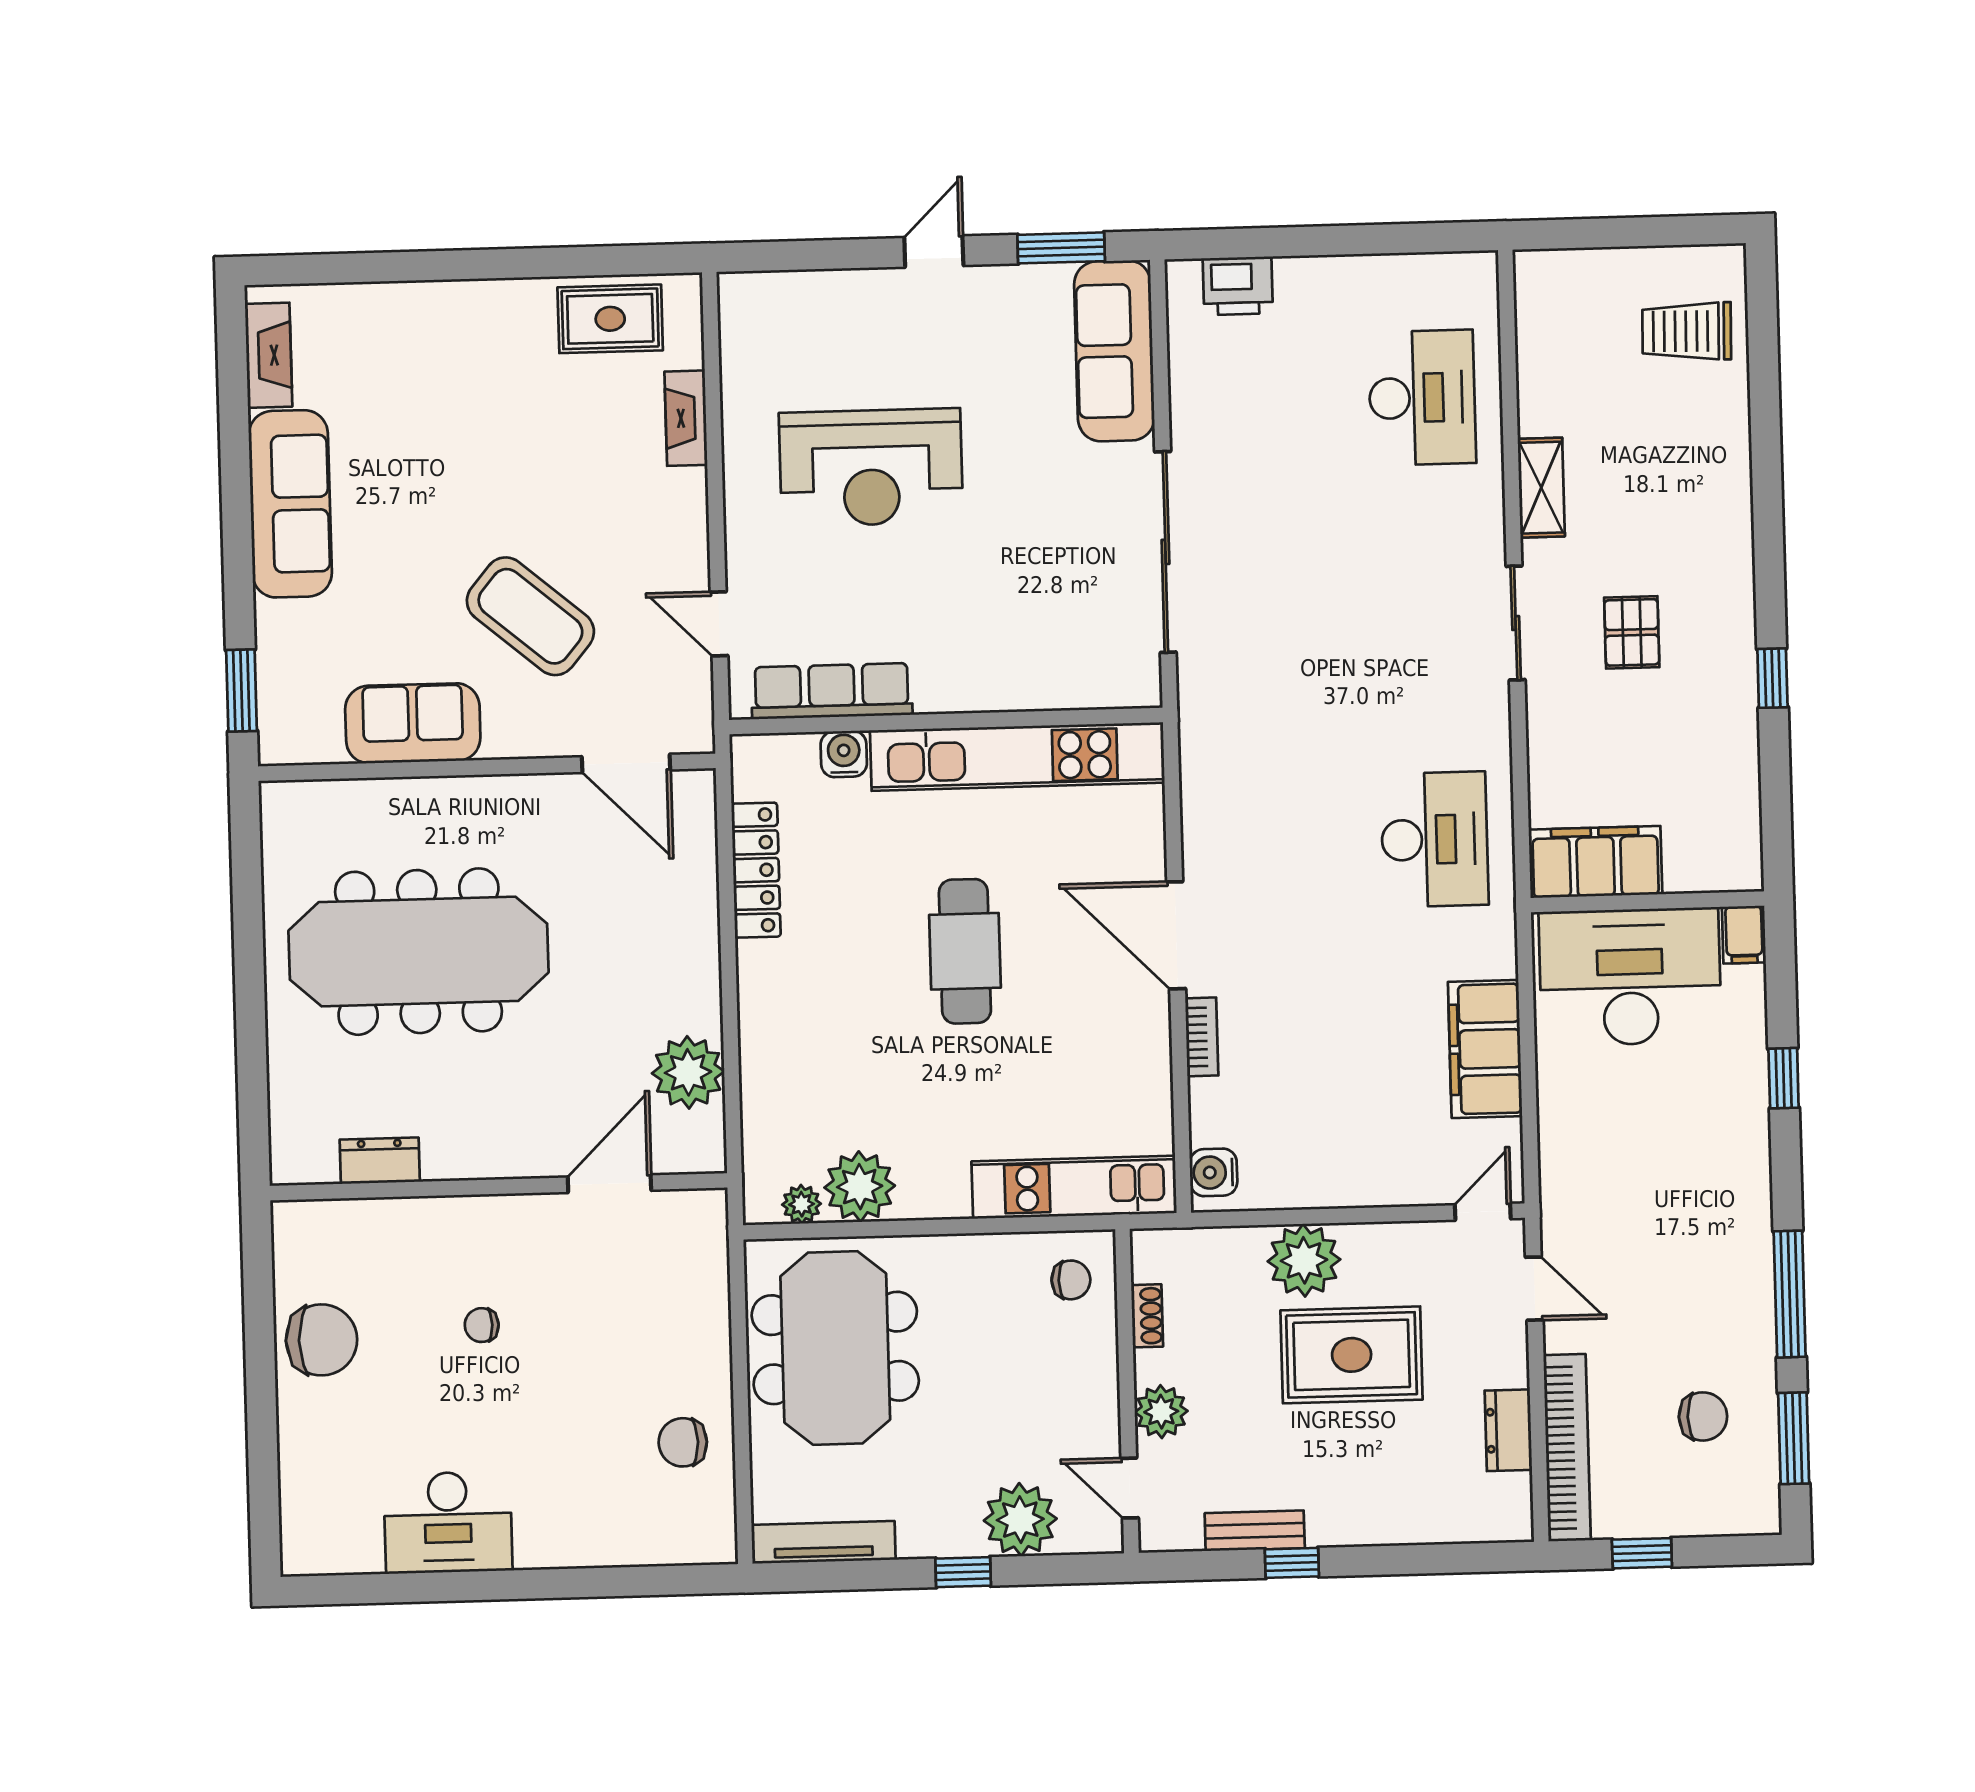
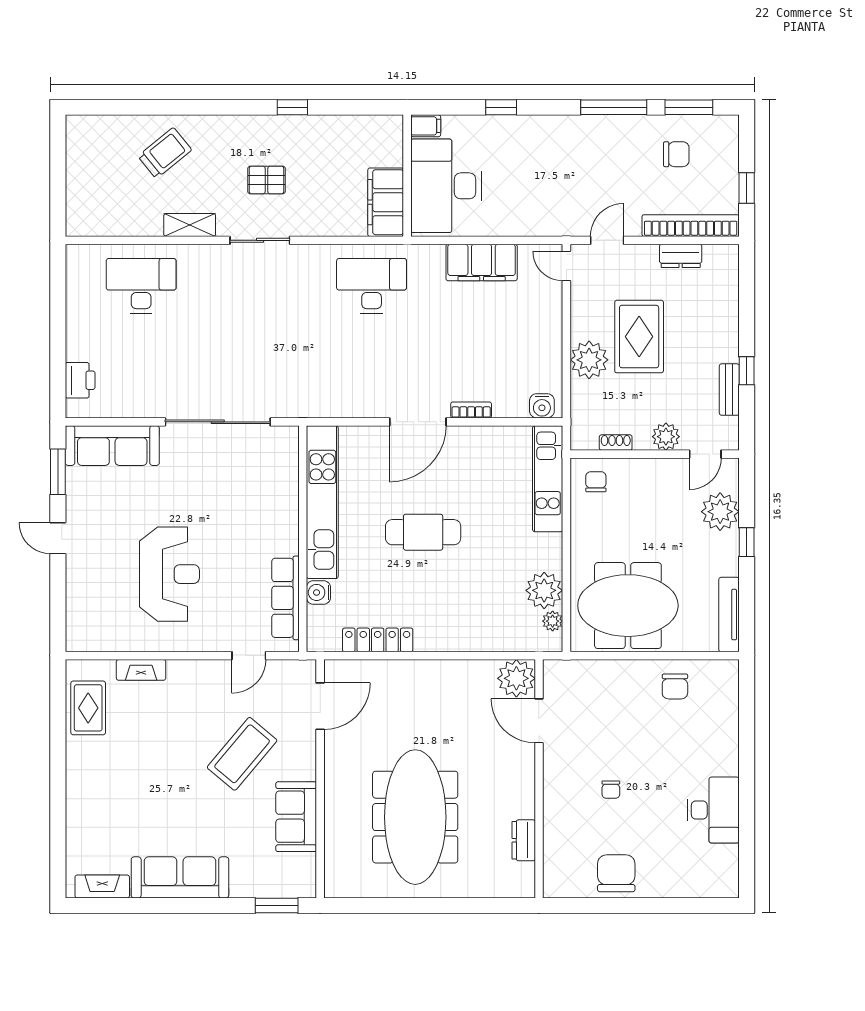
trolley: (1687, 331) -> (165, 153), moved, turned -130
plant: (688, 1072) -> (516, 678), moved
chair: (1703, 1416) -> (676, 154), turned 90

